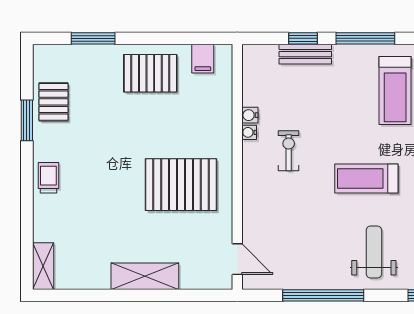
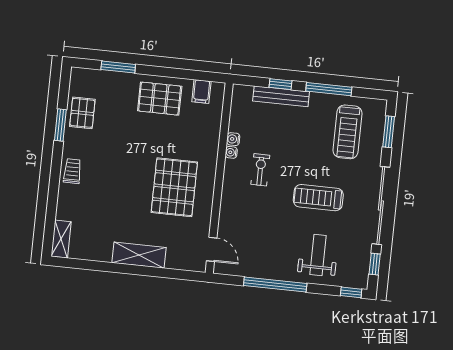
bench: (305, 54) -> (281, 96), width x1.36
pallet: (181, 185) -> (174, 187), turned 90

